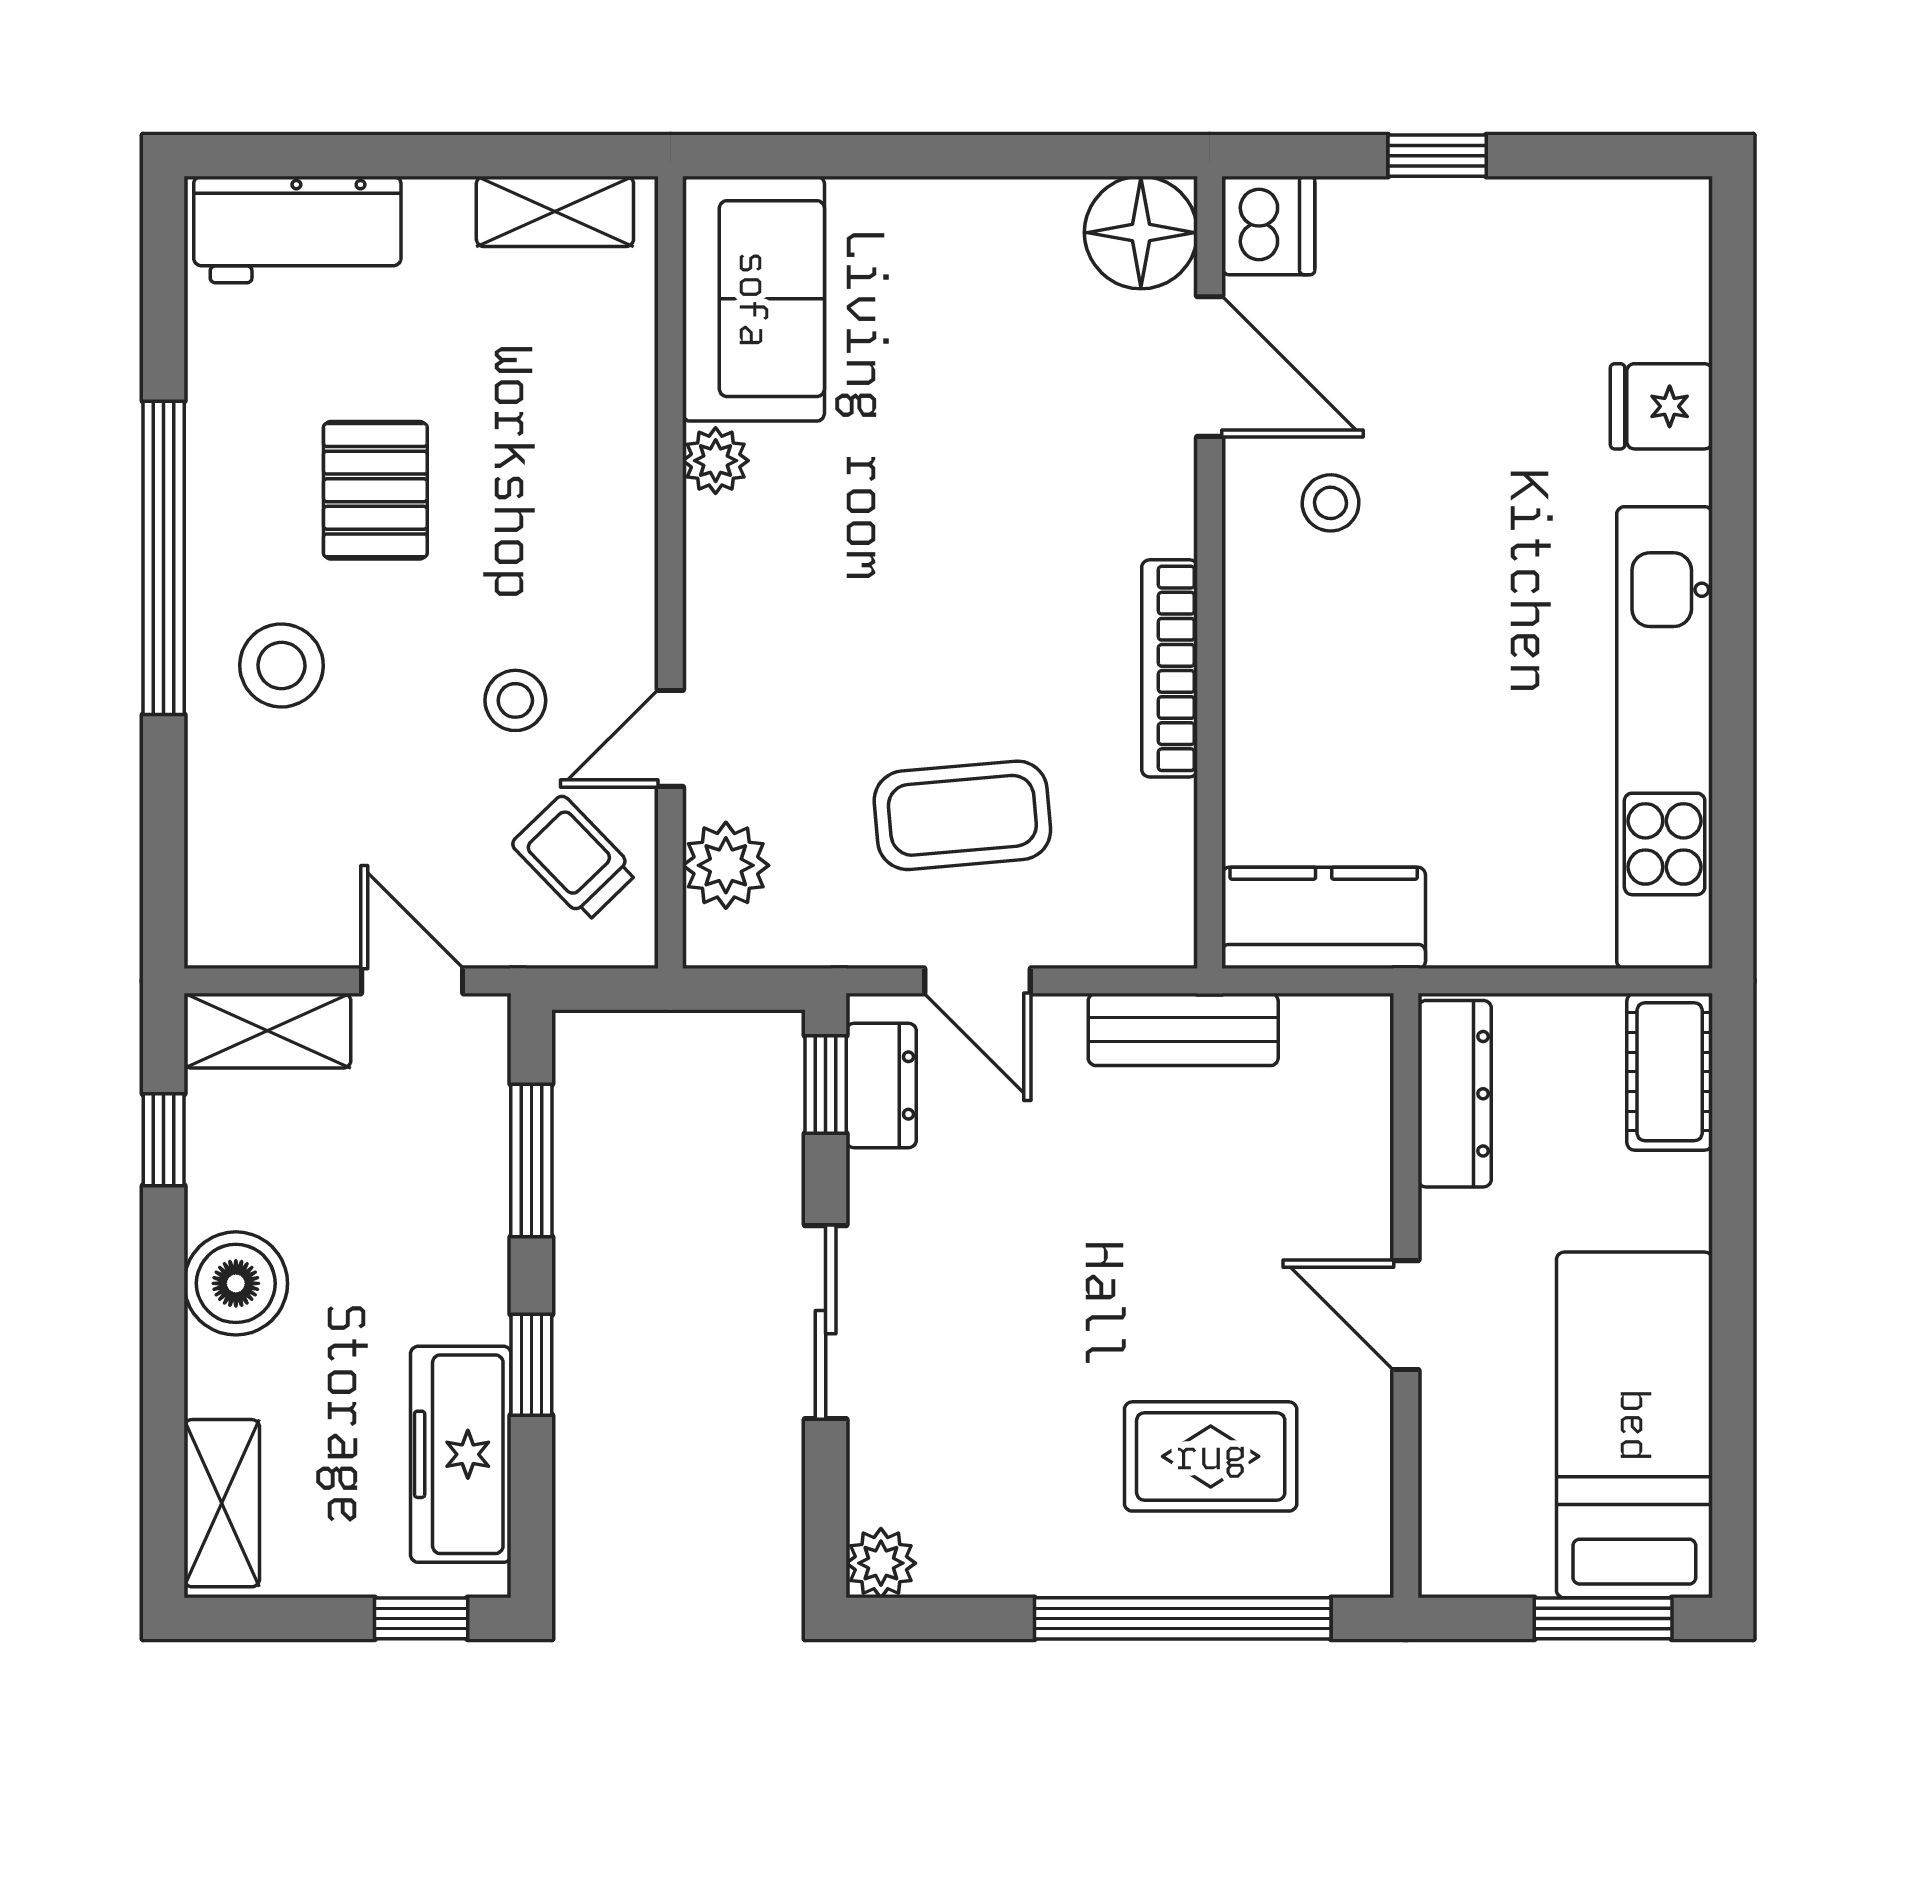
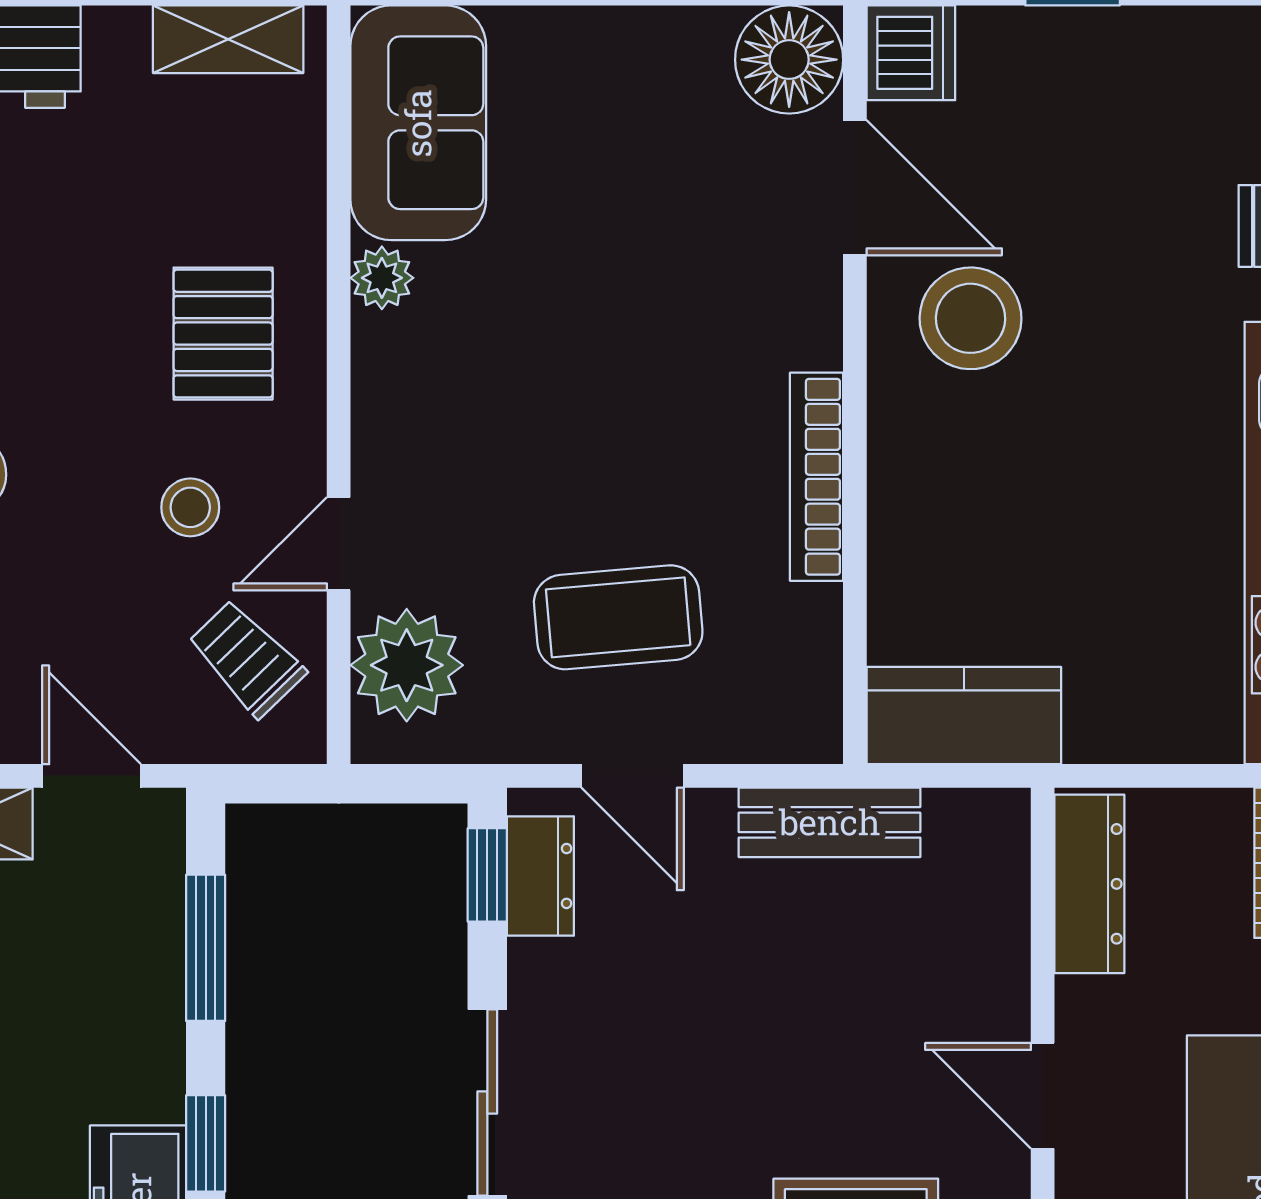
pallet: (375, 490) -> (223, 334), moved
stool: (1330, 503) -> (971, 318), width x1.89, depth x1.89
plant: (726, 865) -> (407, 665), width x1.36, depth x1.36

